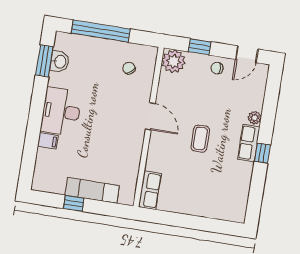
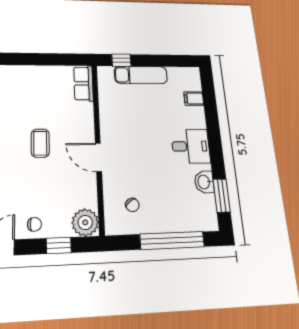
washbasin: (60, 62) -> (204, 182), moved
desk: (61, 111) -> (191, 146), width x0.73
filing cabinet: (48, 141) -> (194, 99), moved
window: (74, 203) -> (121, 60), moved

